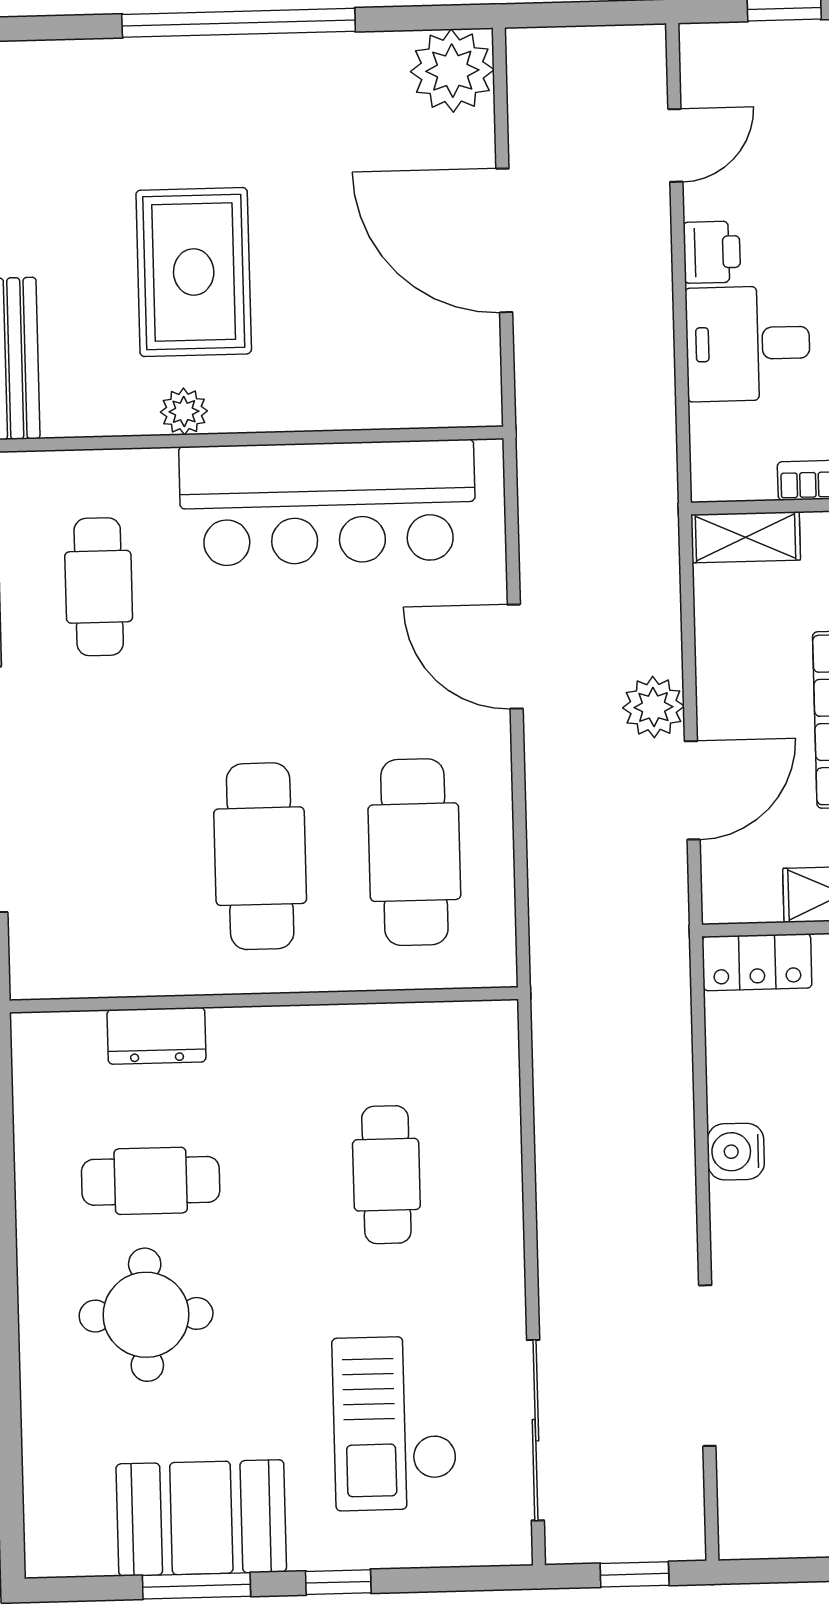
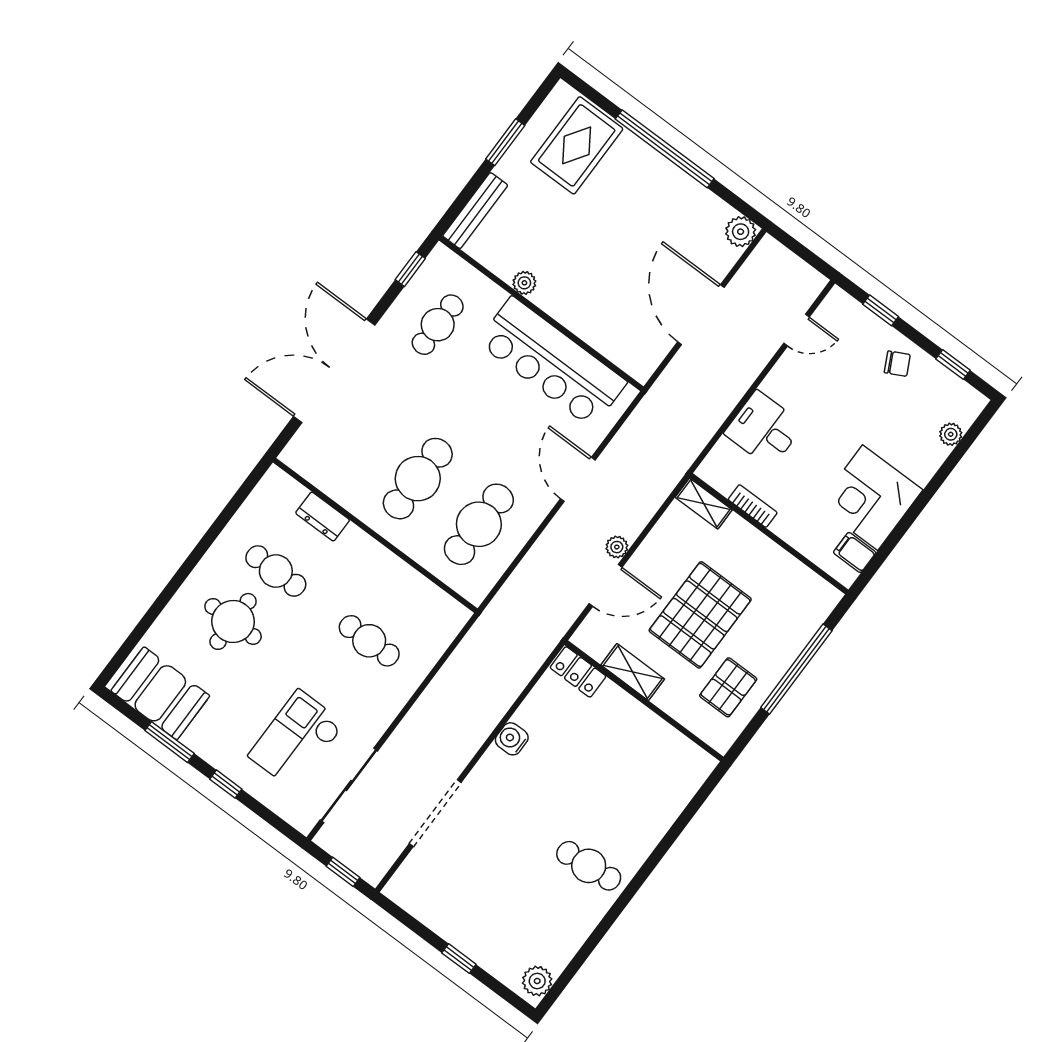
plant: (452, 71) -> (741, 232), width x0.73, depth x0.73
printer: (712, 252) -> (778, 383), removed
rug: (194, 272) -> (577, 145), moved
plant: (653, 707) -> (617, 547), width x0.73, depth x0.73
cafe table: (386, 1175) -> (369, 641), turned 90
booth: (201, 1518) -> (160, 693), moved

